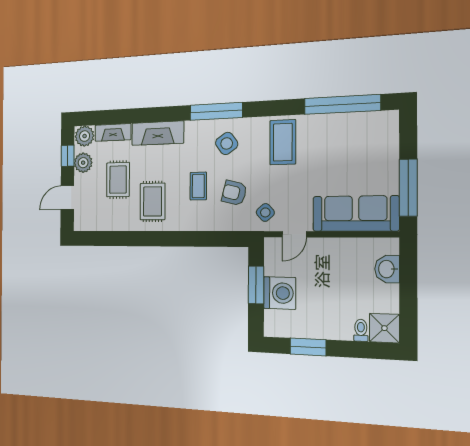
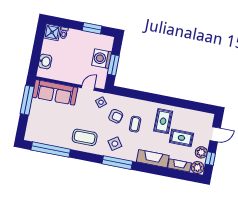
coffee table: (283, 142) -> (85, 137), turned 90
rug: (118, 180) -> (181, 138), turned 90

